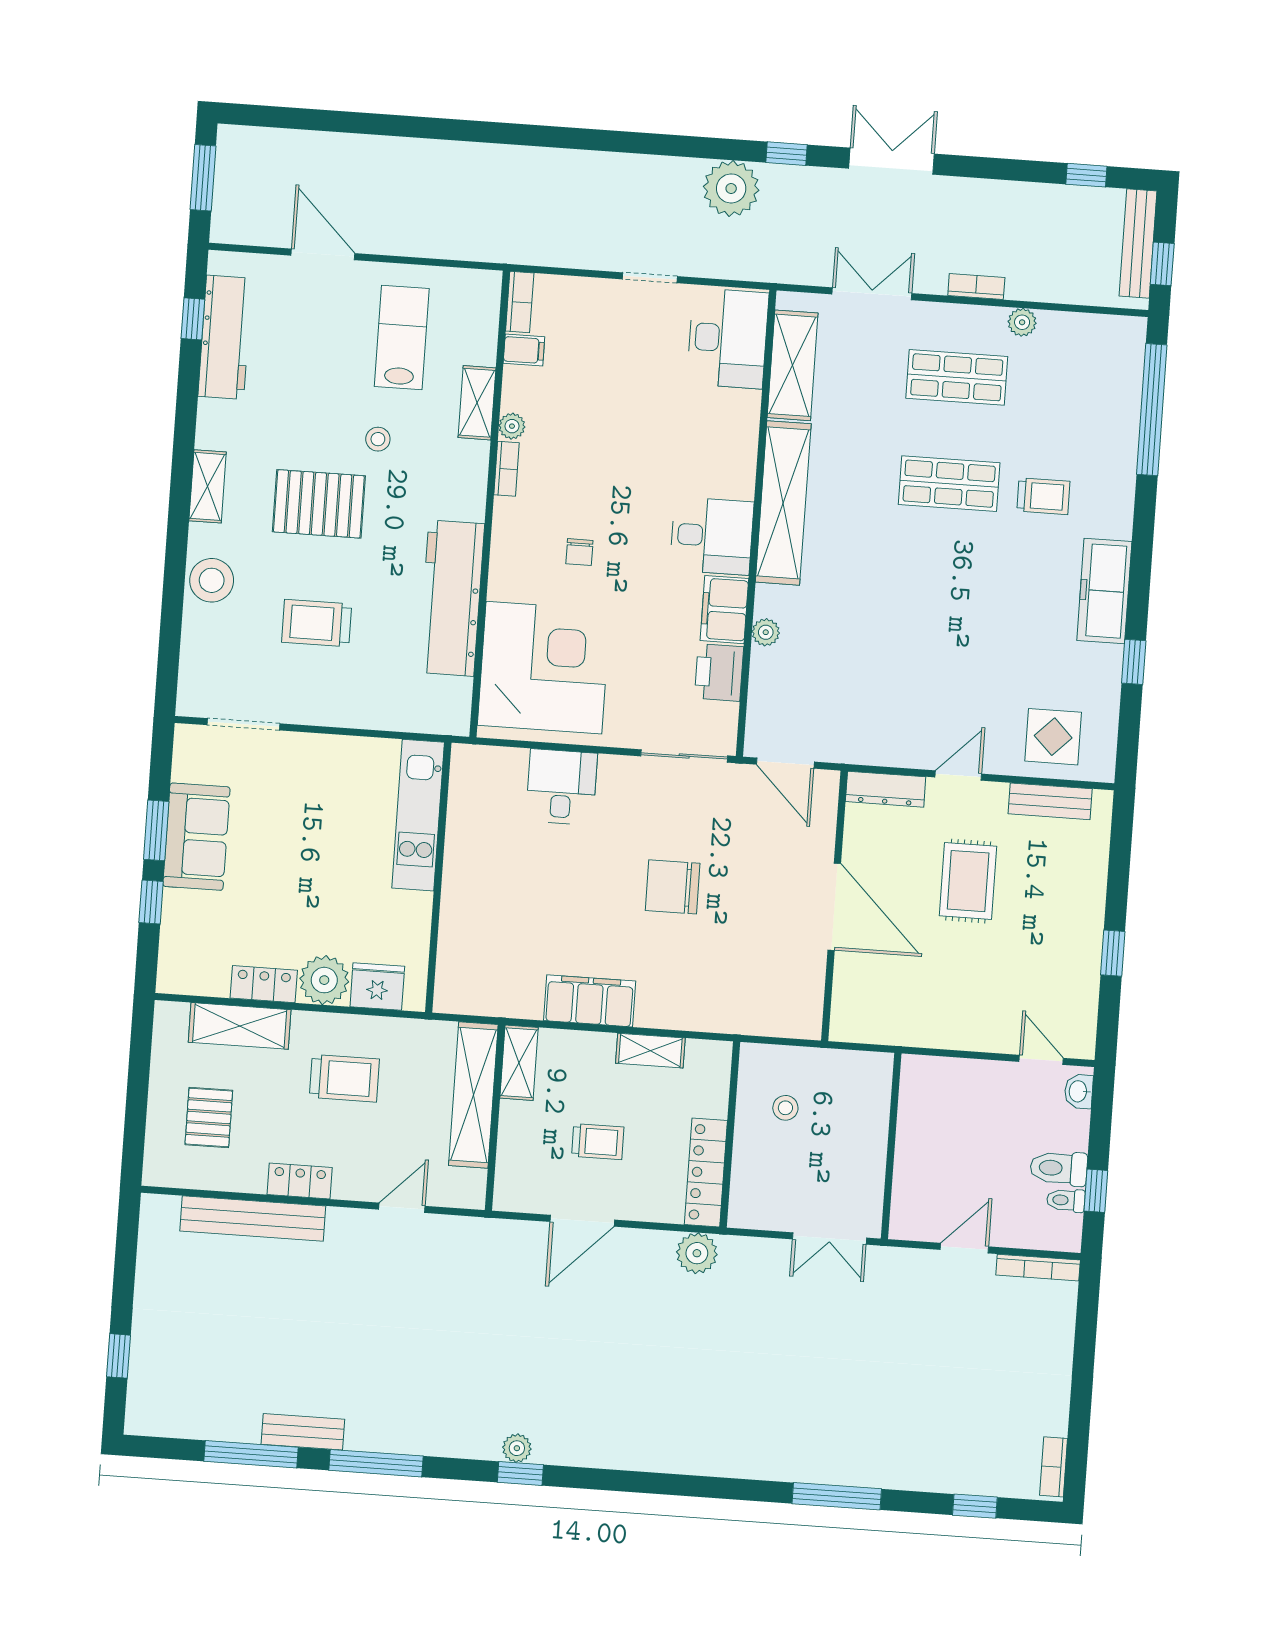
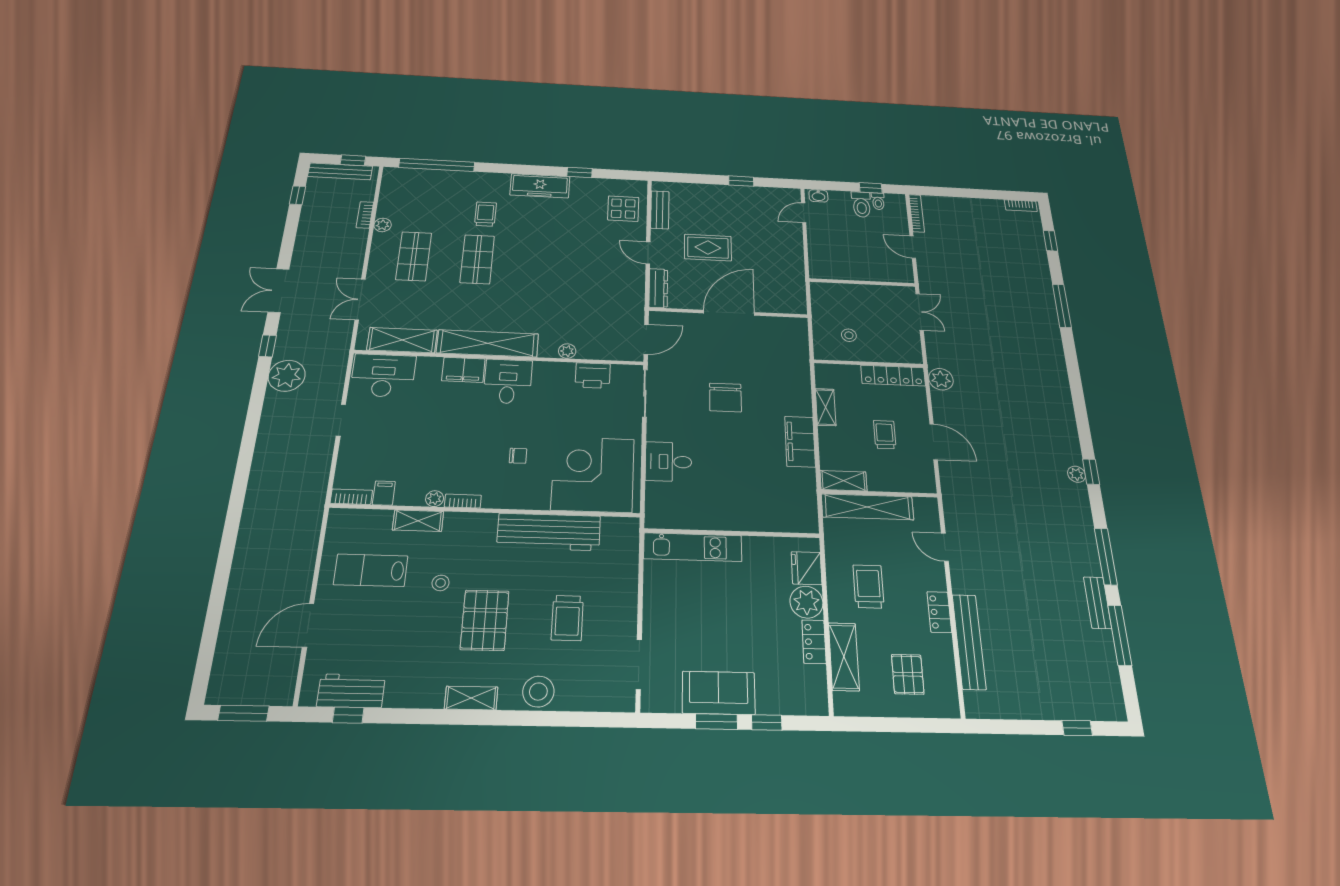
bookcase: (976, 287) -> (365, 215), moved
workbench: (225, 337) -> (351, 691), width x0.73
filing cabinet: (724, 610) -> (463, 370), moved
pallet: (209, 1117) -> (908, 674), turned 90

